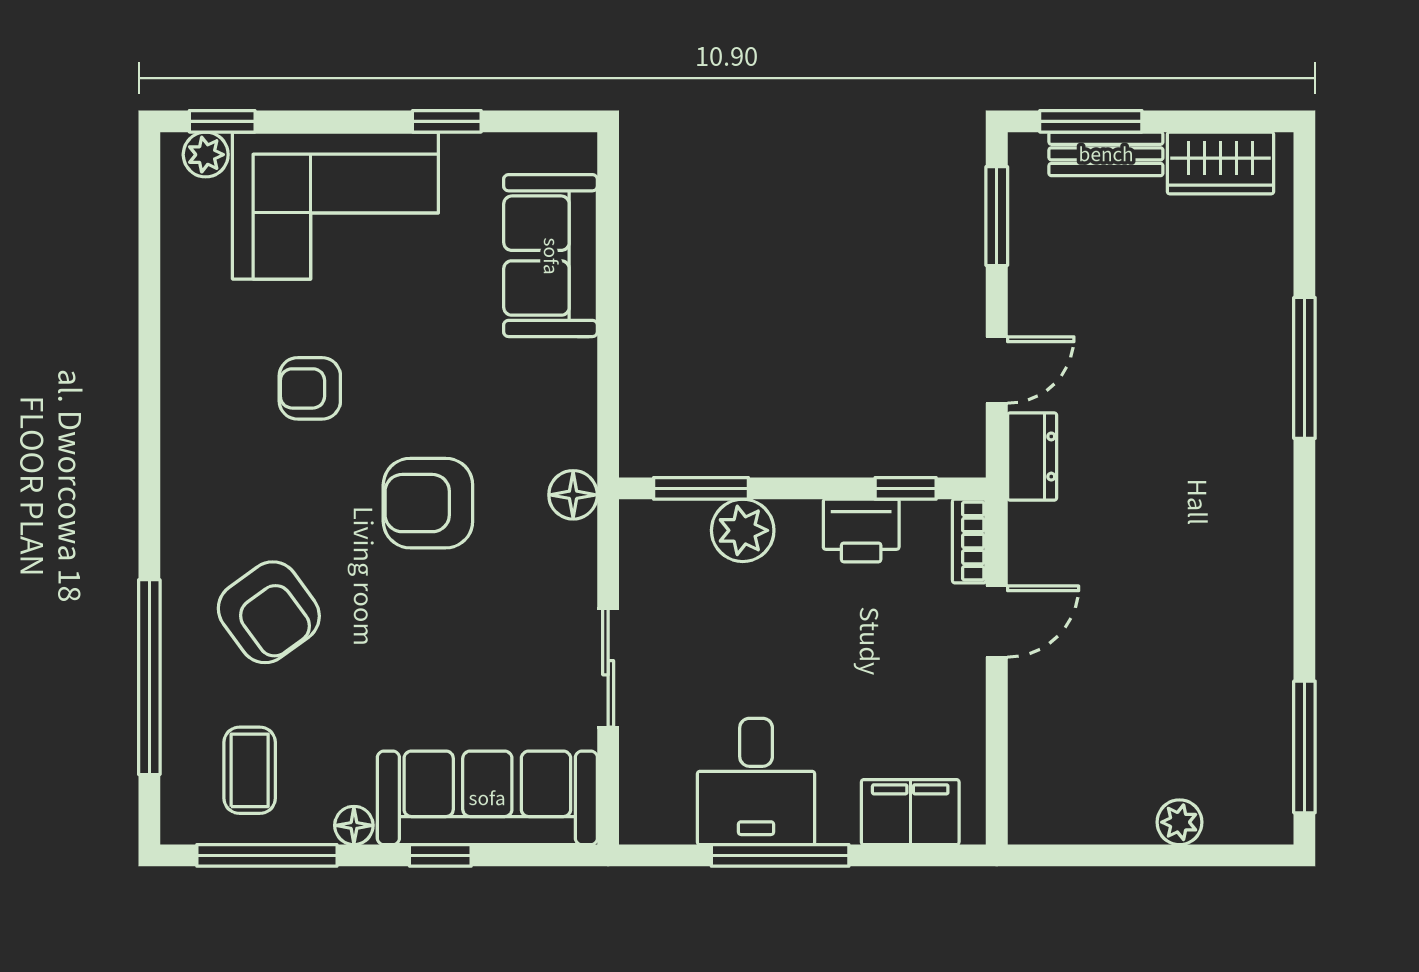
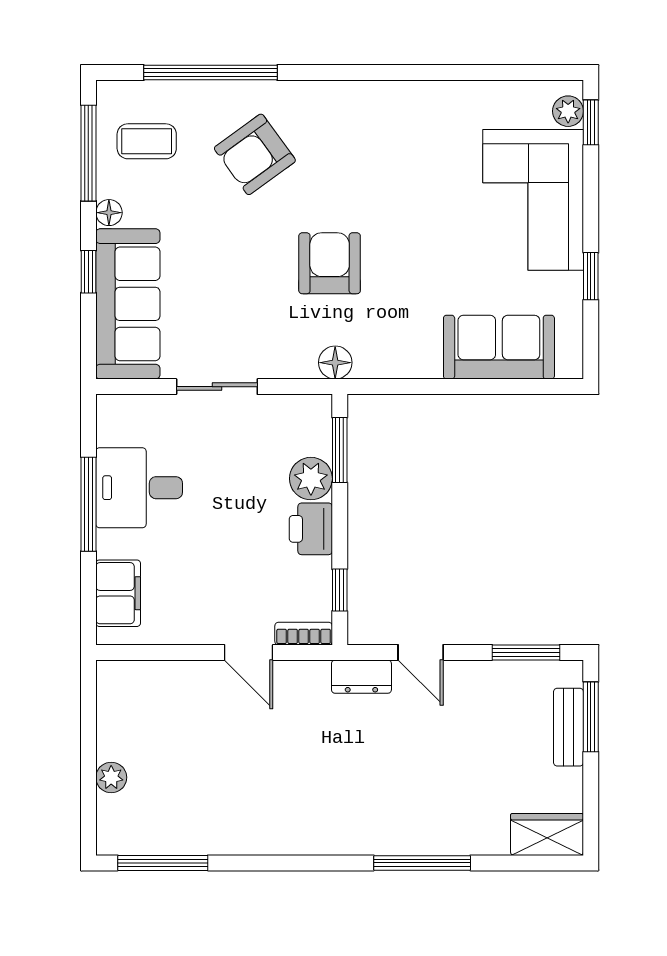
wardrobe: (1220, 163) -> (547, 834), moved, turned 90
armchair: (310, 388) -> (408, 182), removed
printer: (861, 530) -> (311, 529), moved

